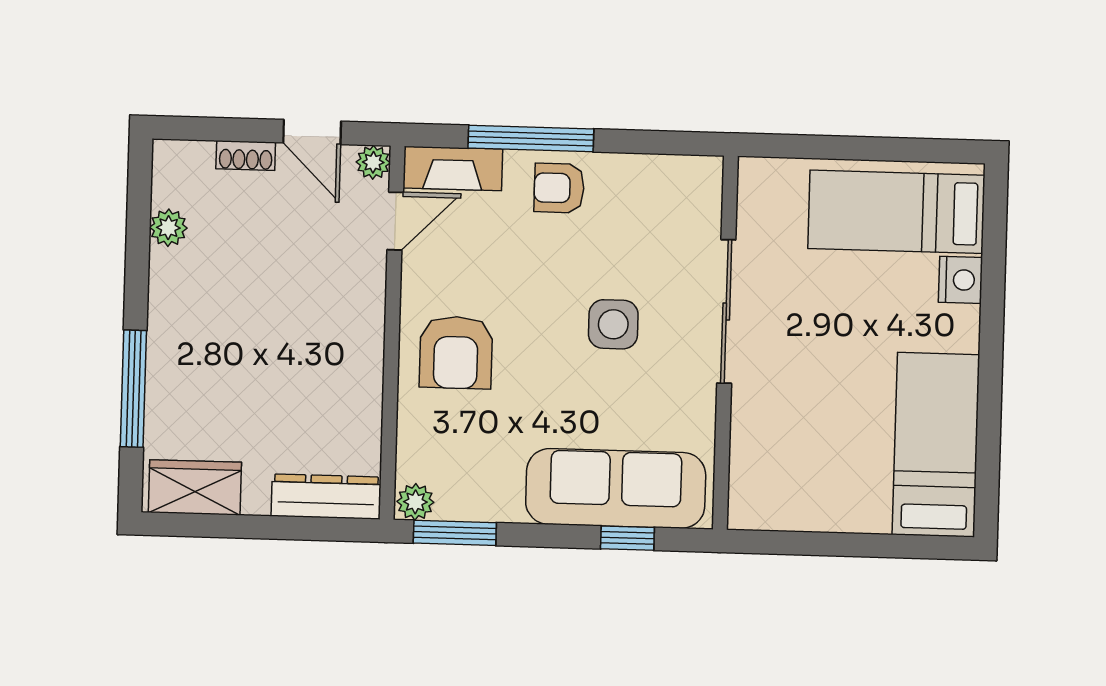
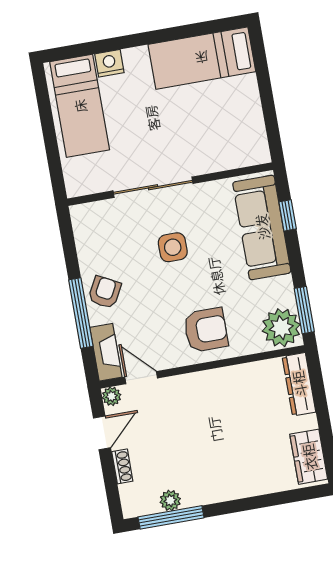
armchair: (559, 188) -> (105, 292), turned -152
window: (133, 389) -> (171, 517), moved
plant: (415, 502) -> (281, 328), width x1.87, depth x1.87

